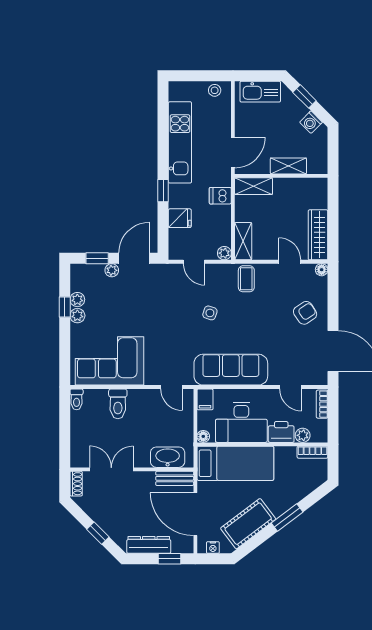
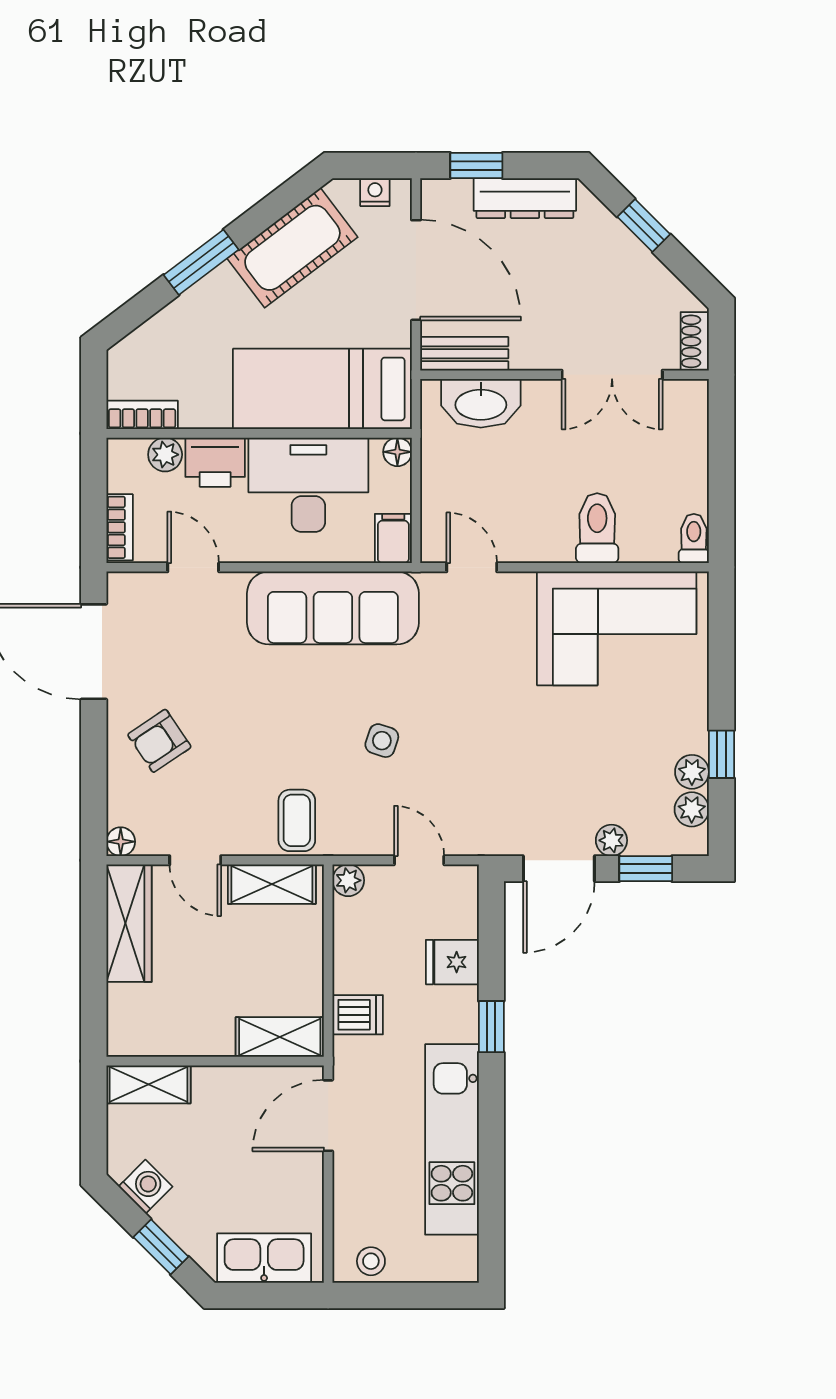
shelving: (288, 166) -> (148, 1084), moved
shelving: (243, 241) -> (272, 884), moved, turned 90
plant: (77, 316) -> (692, 809), moved

